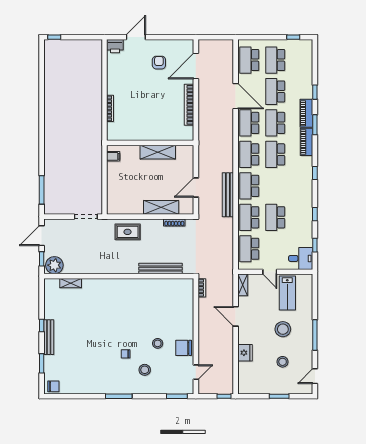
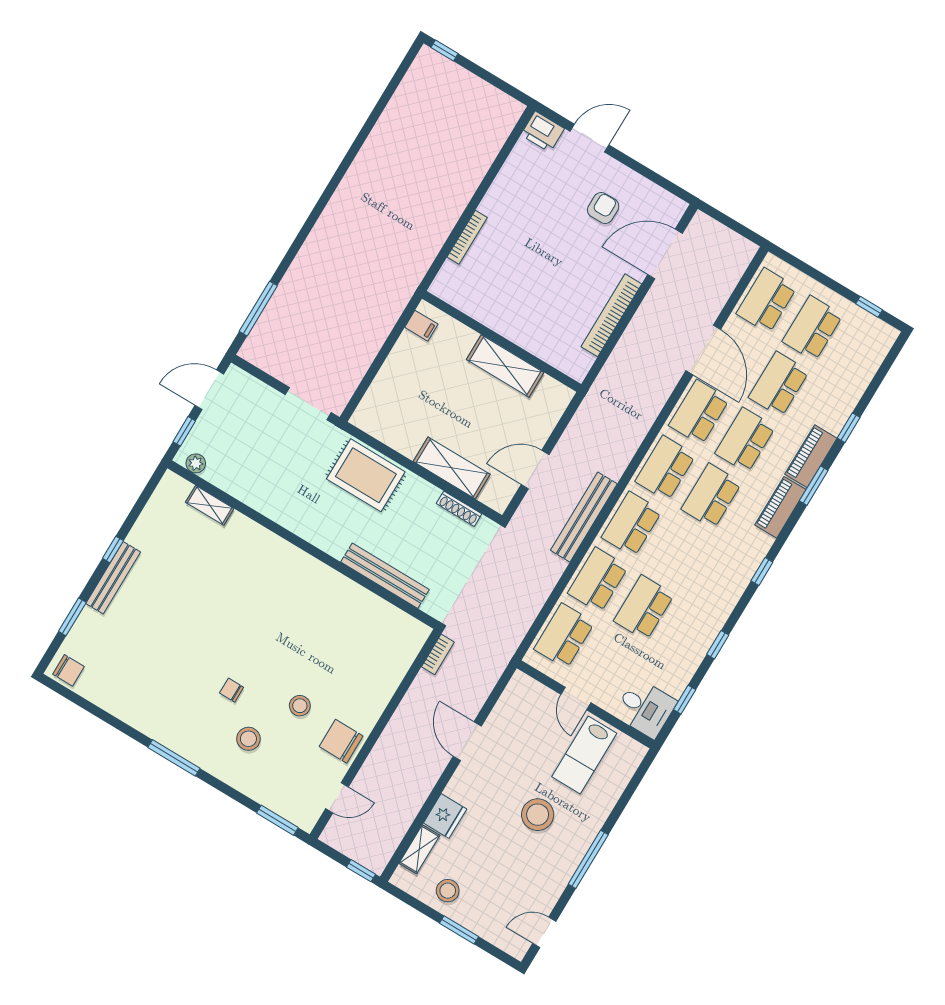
rug: (128, 232) -> (366, 475), width x1.36, depth x1.43
plant: (54, 265) -> (196, 463), width x0.53, depth x0.53
shelving: (243, 285) -> (419, 849), moved
stool: (283, 362) -> (448, 891), moved

